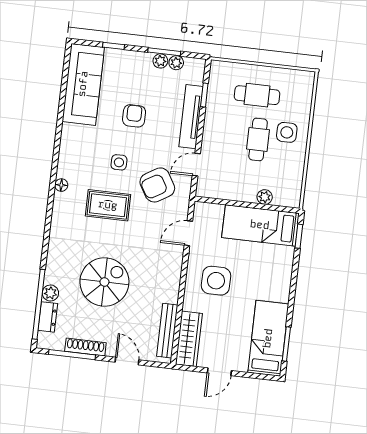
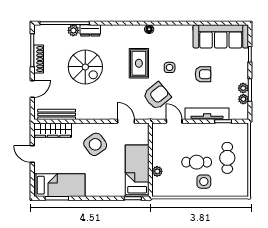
armchair: (157, 185) -> (157, 96), turned 82
side table: (216, 281) -> (95, 144), turned -36
dresser: (48, 317) -> (90, 30), moved

